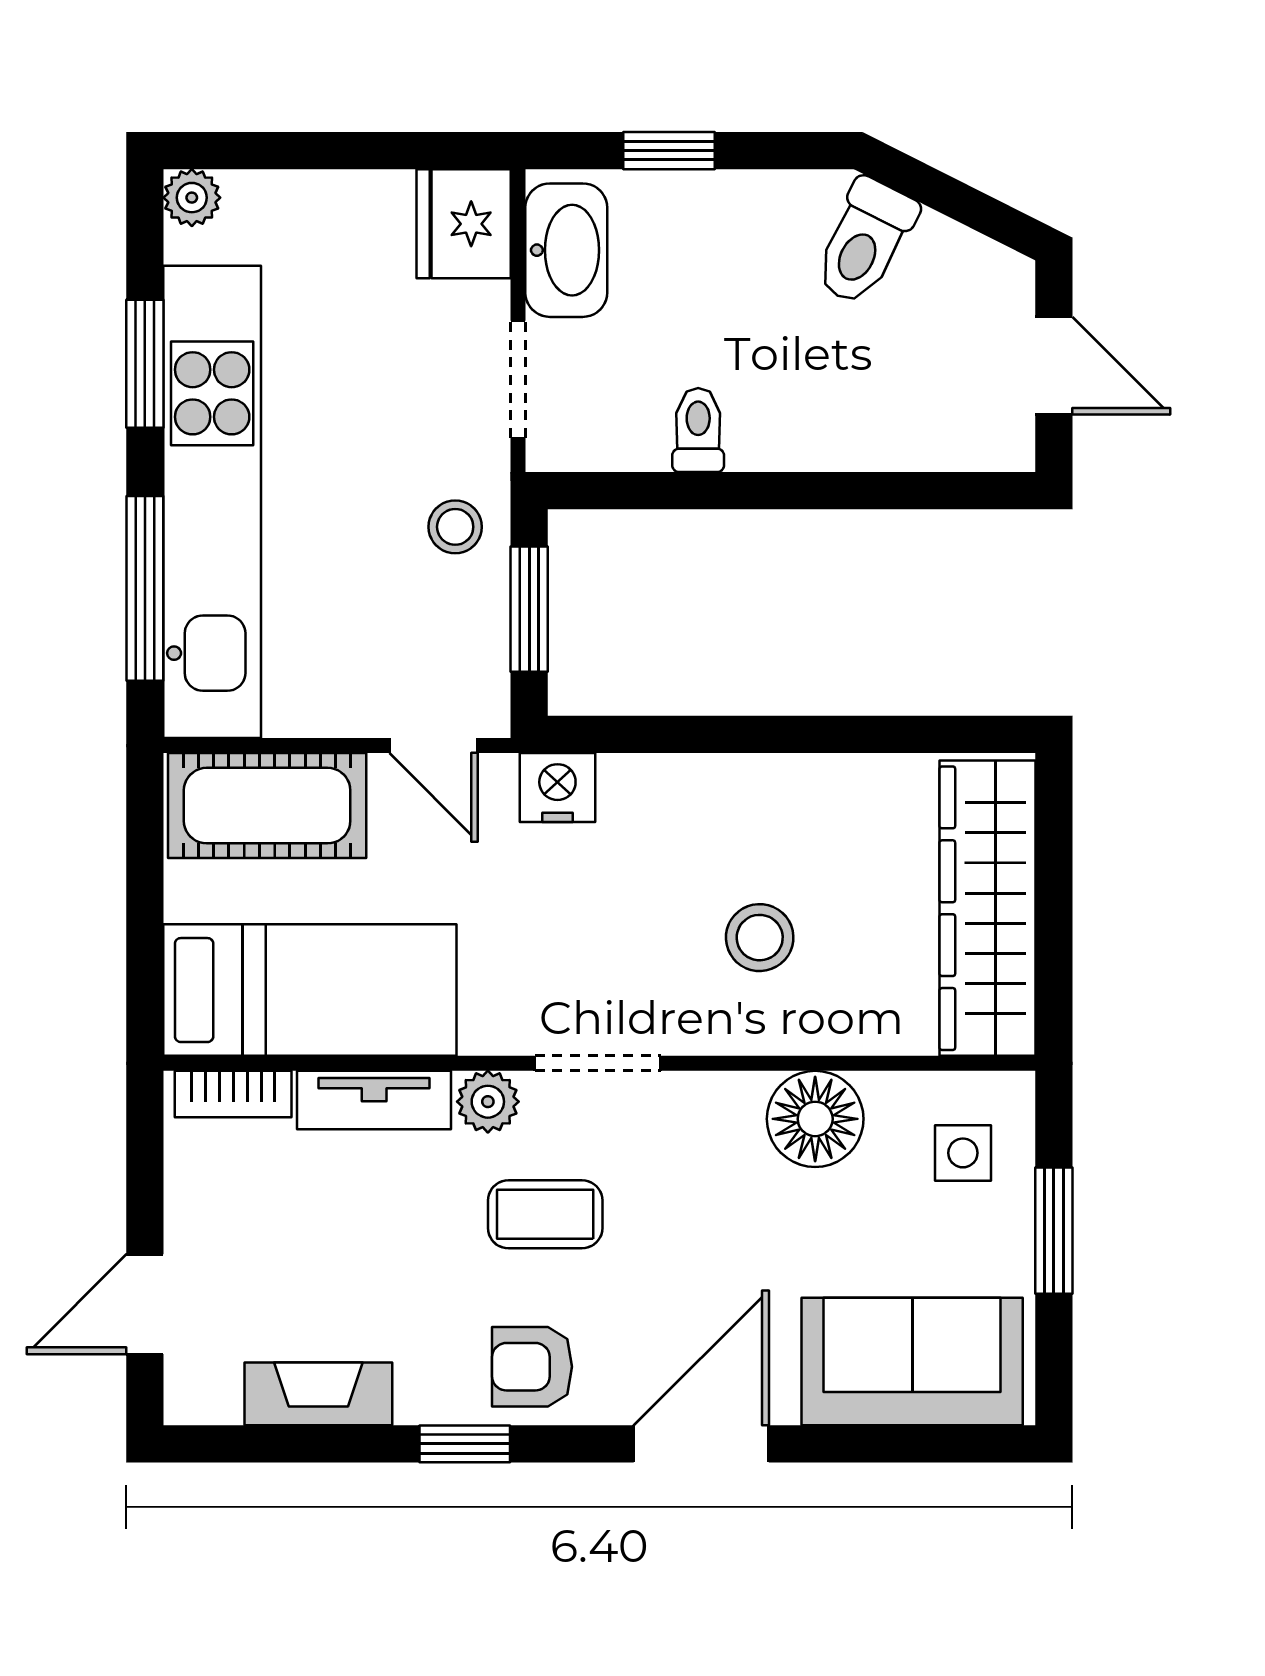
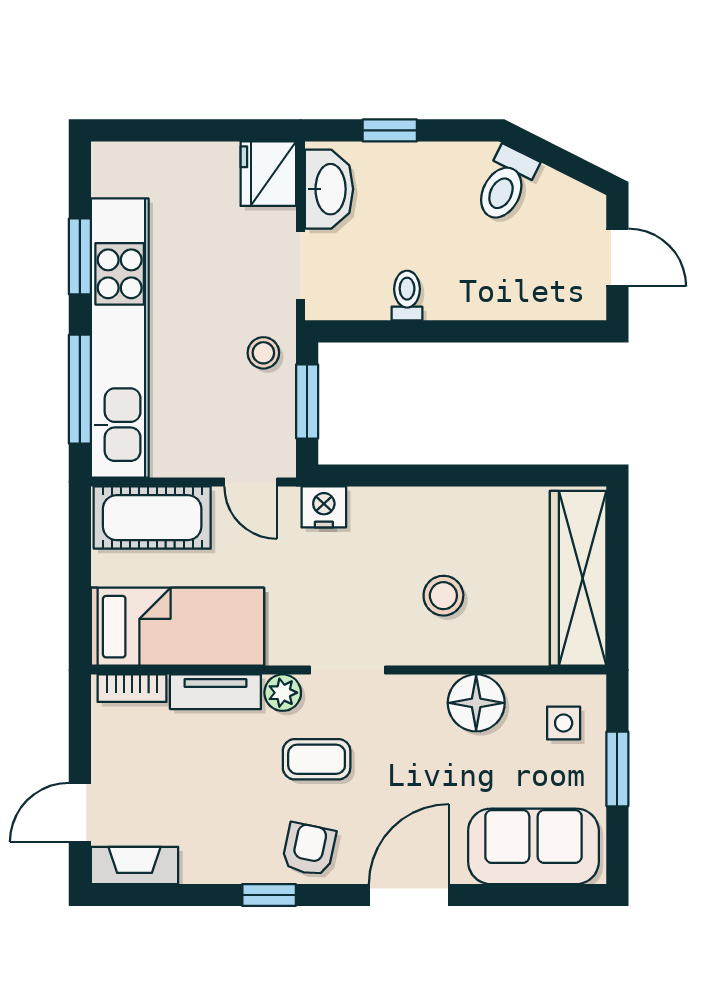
plant: (192, 198) -> (108, 158), removed
armchair: (532, 1367) -> (309, 849), turned 102
fireplace: (318, 1394) -> (134, 865), moved

